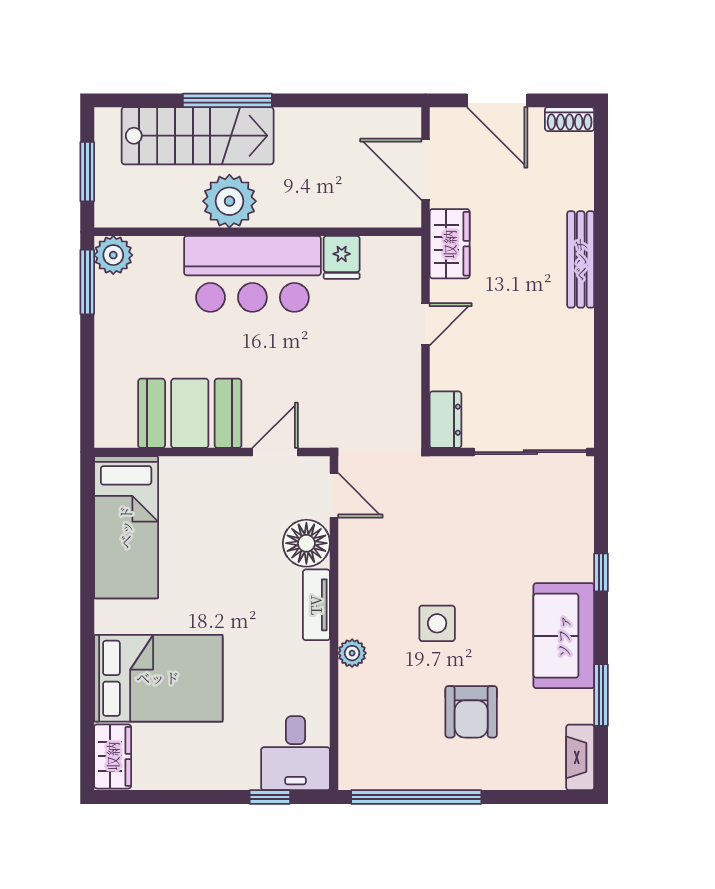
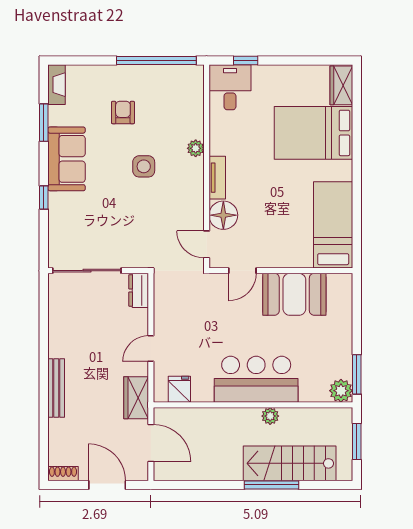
plant: (229, 201) -> (270, 416), width x0.53, depth x0.53
fridge: (342, 257) -> (179, 389), moved
armchair: (471, 712) -> (123, 113), width x0.72, depth x0.72

